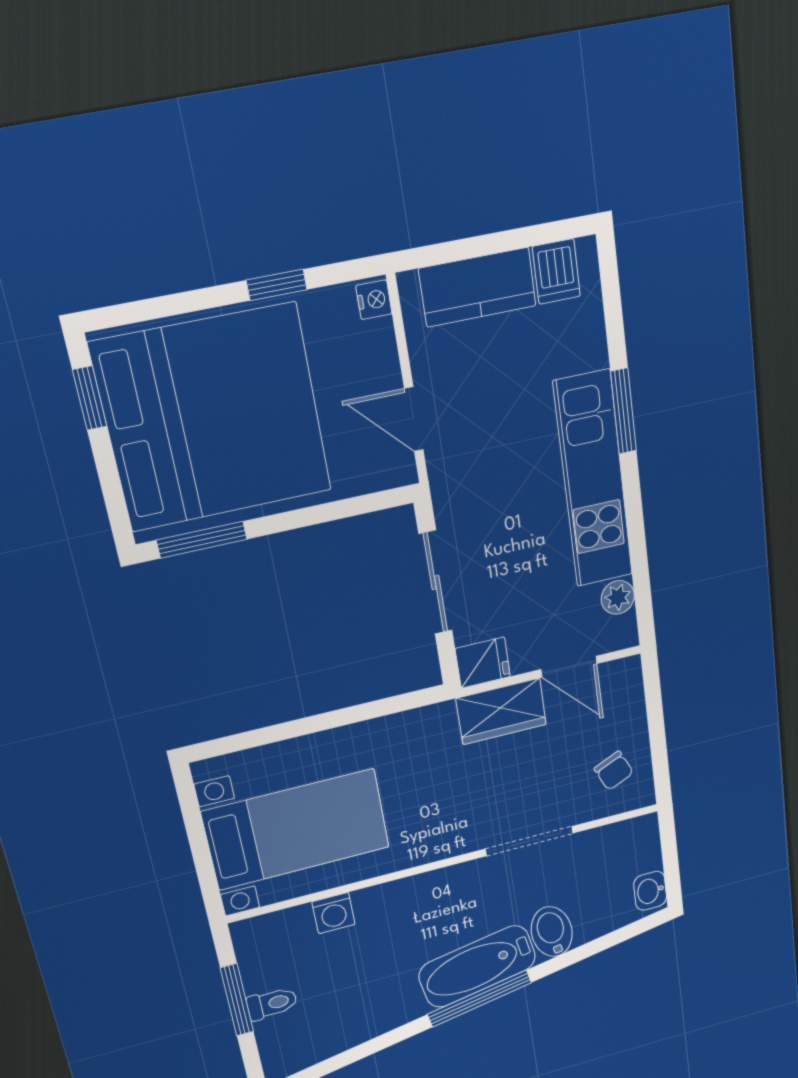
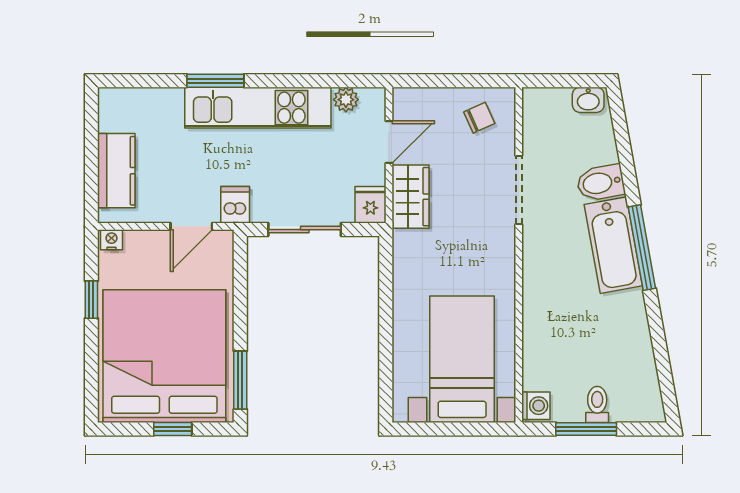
dishwasher: (556, 272) -> (235, 205), moved, turned -90
window: (90, 398) -> (173, 429), moved
washing machine: (334, 913) -> (536, 406), moved

